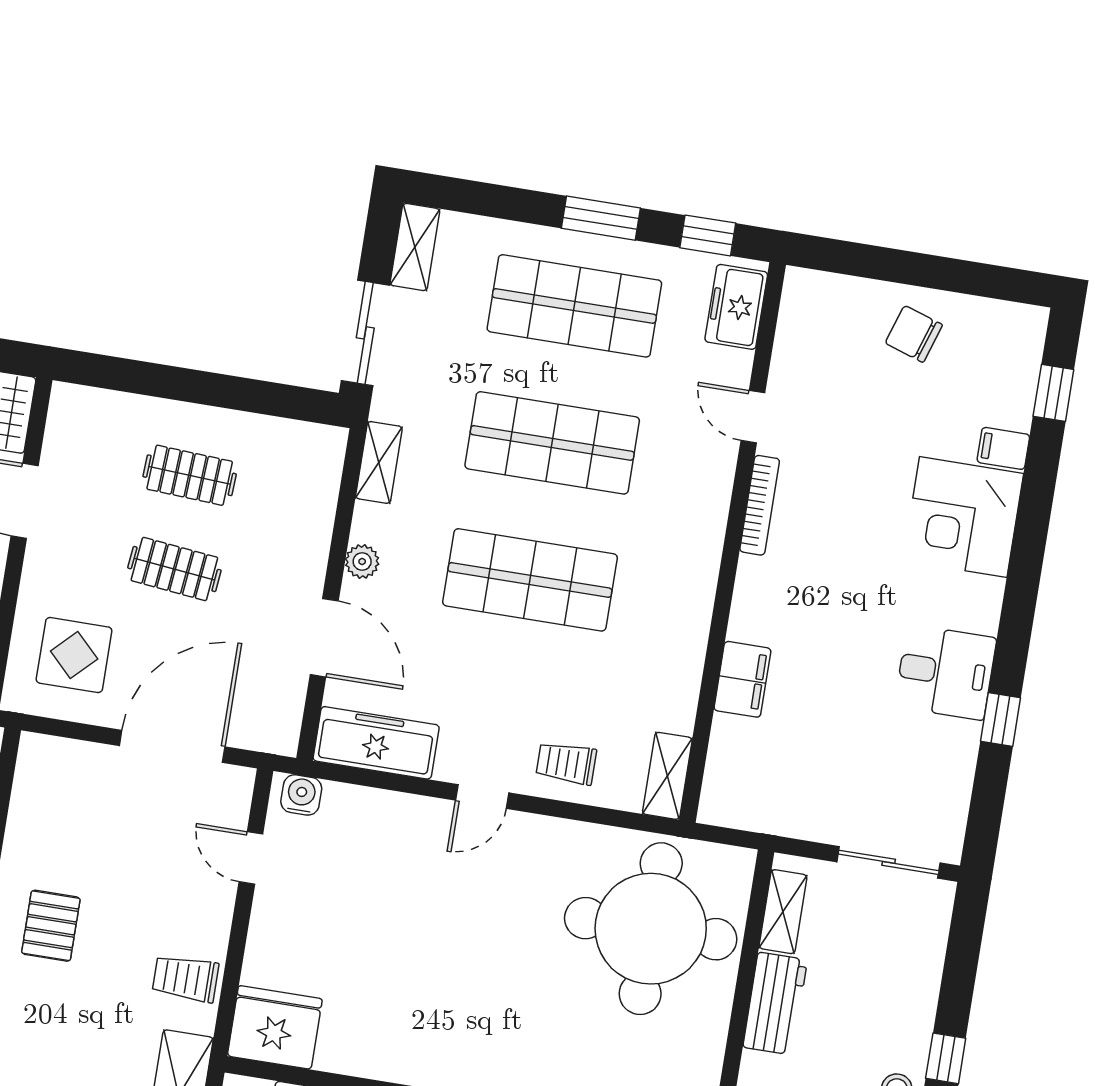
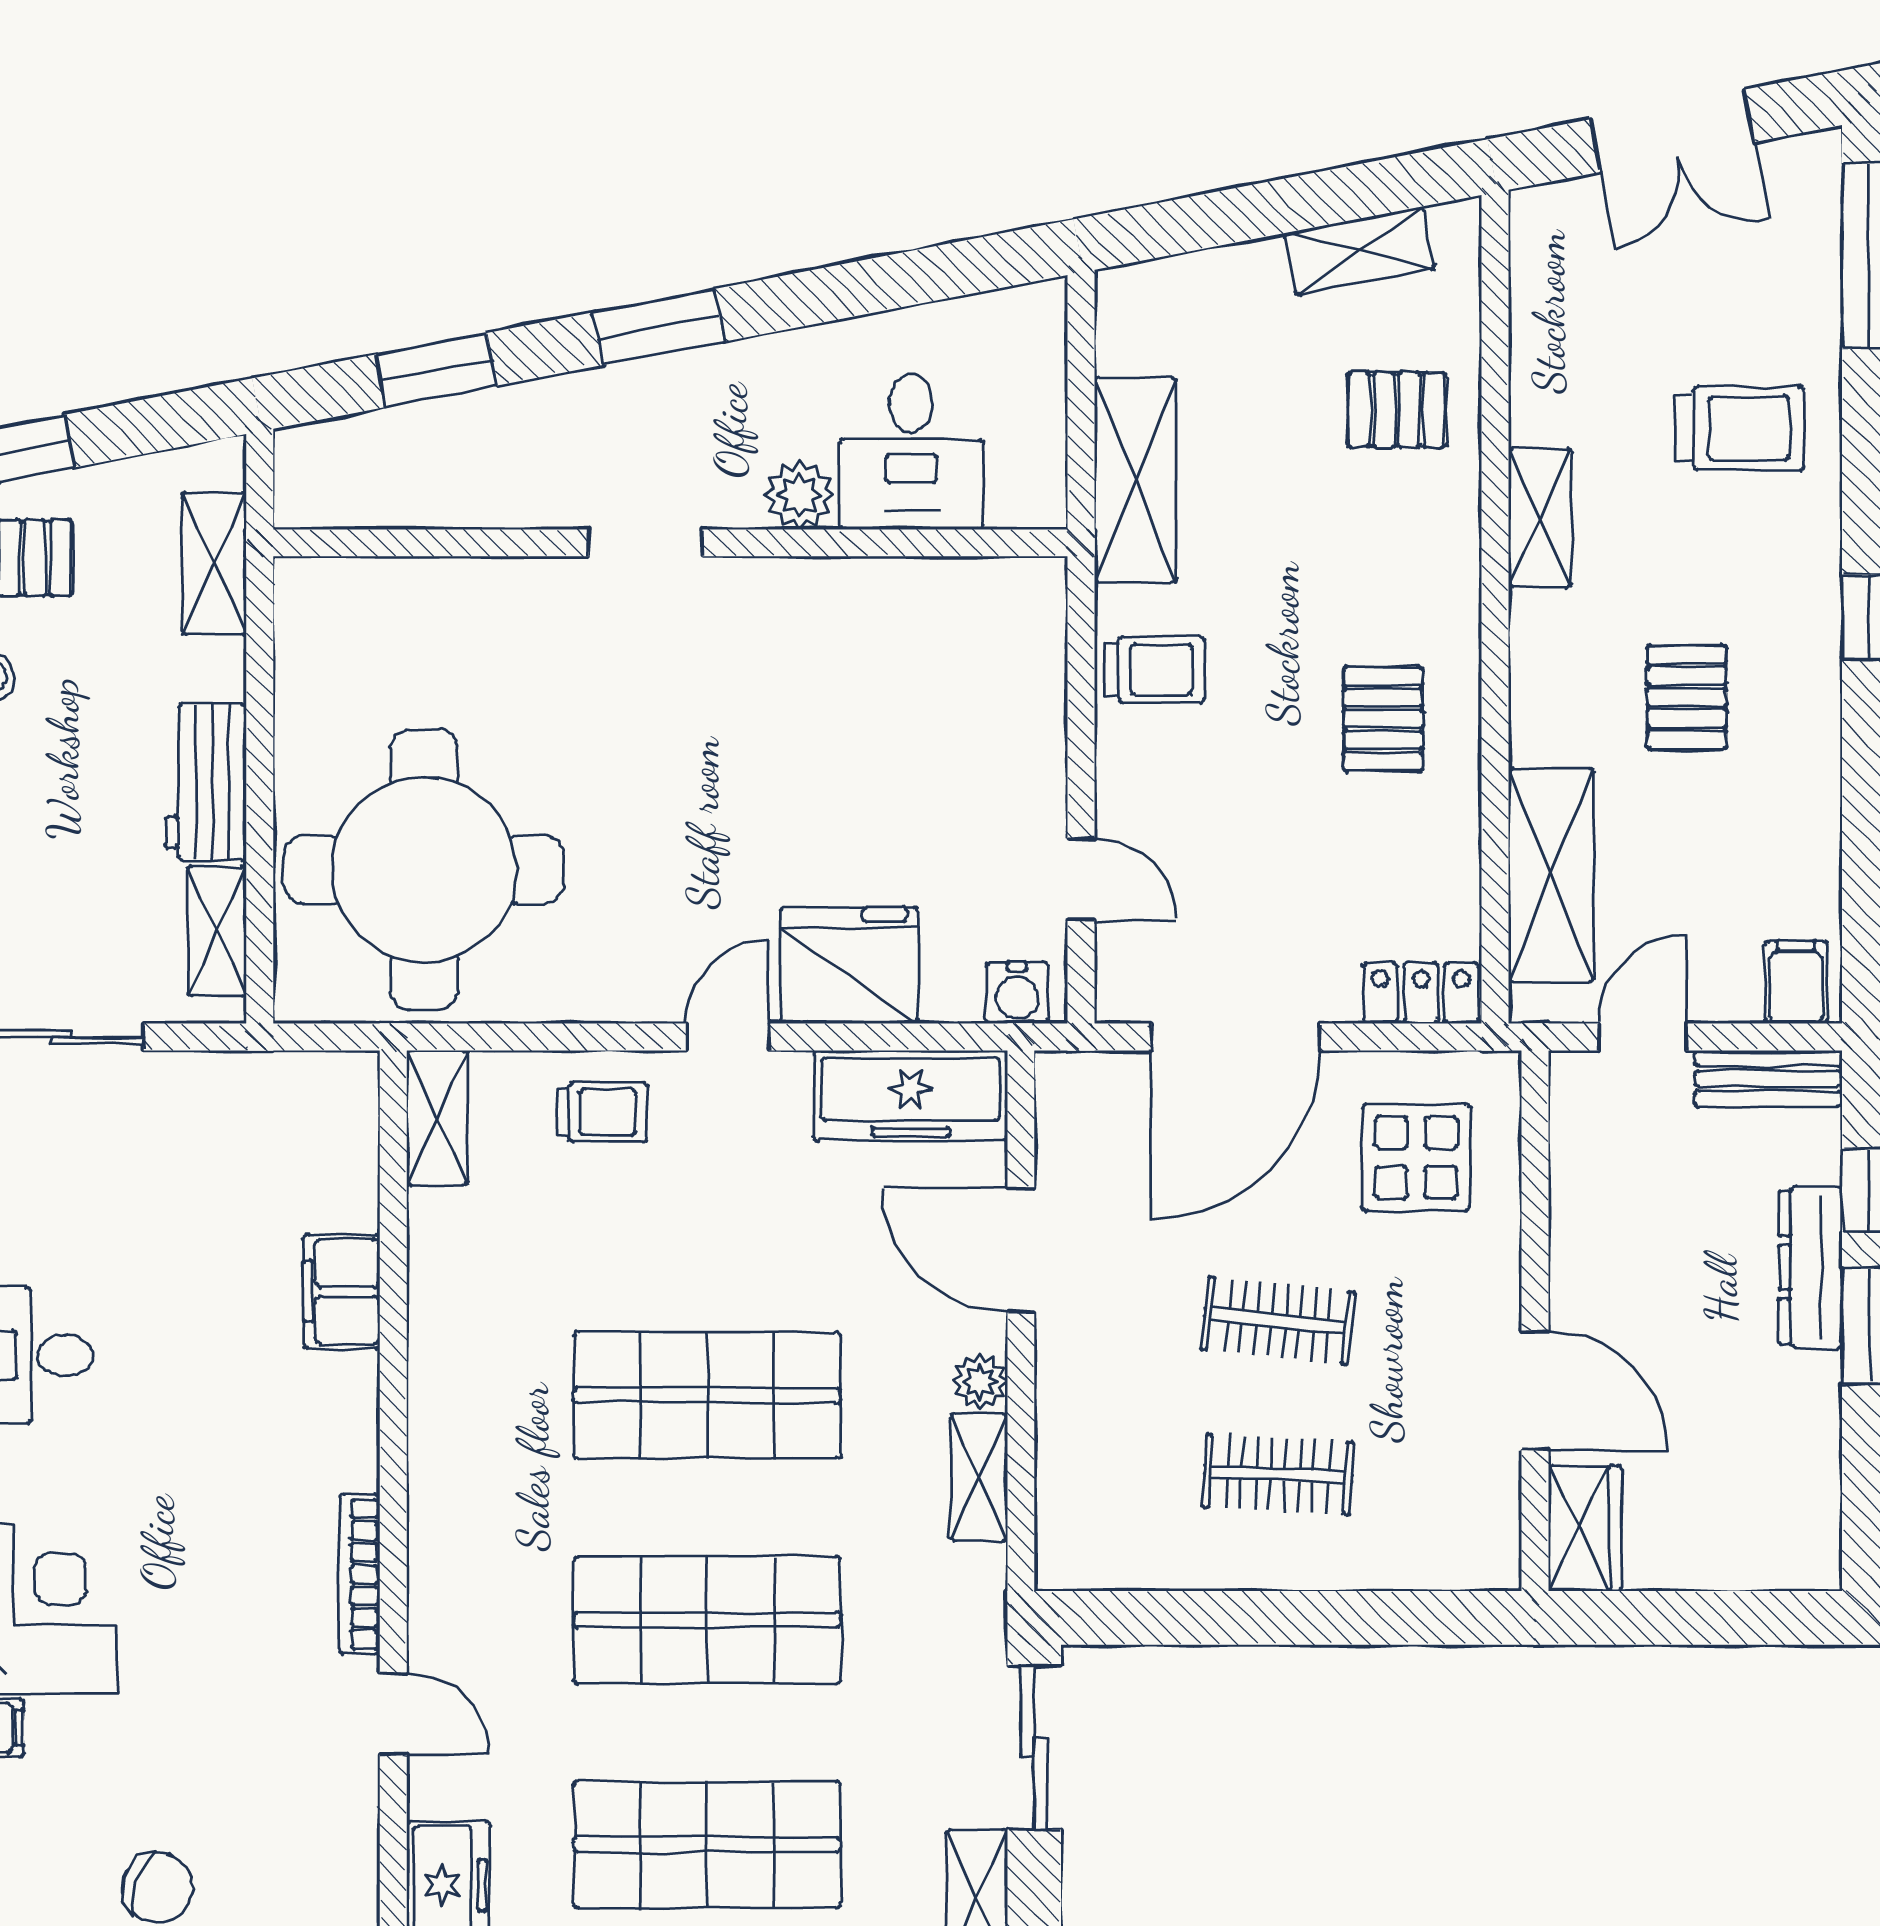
shelving: (379, 462) -> (979, 1478), moved
locker: (55, 755) -> (1421, 993), added
fridge: (275, 1027) -> (849, 965), moved, turned 180

